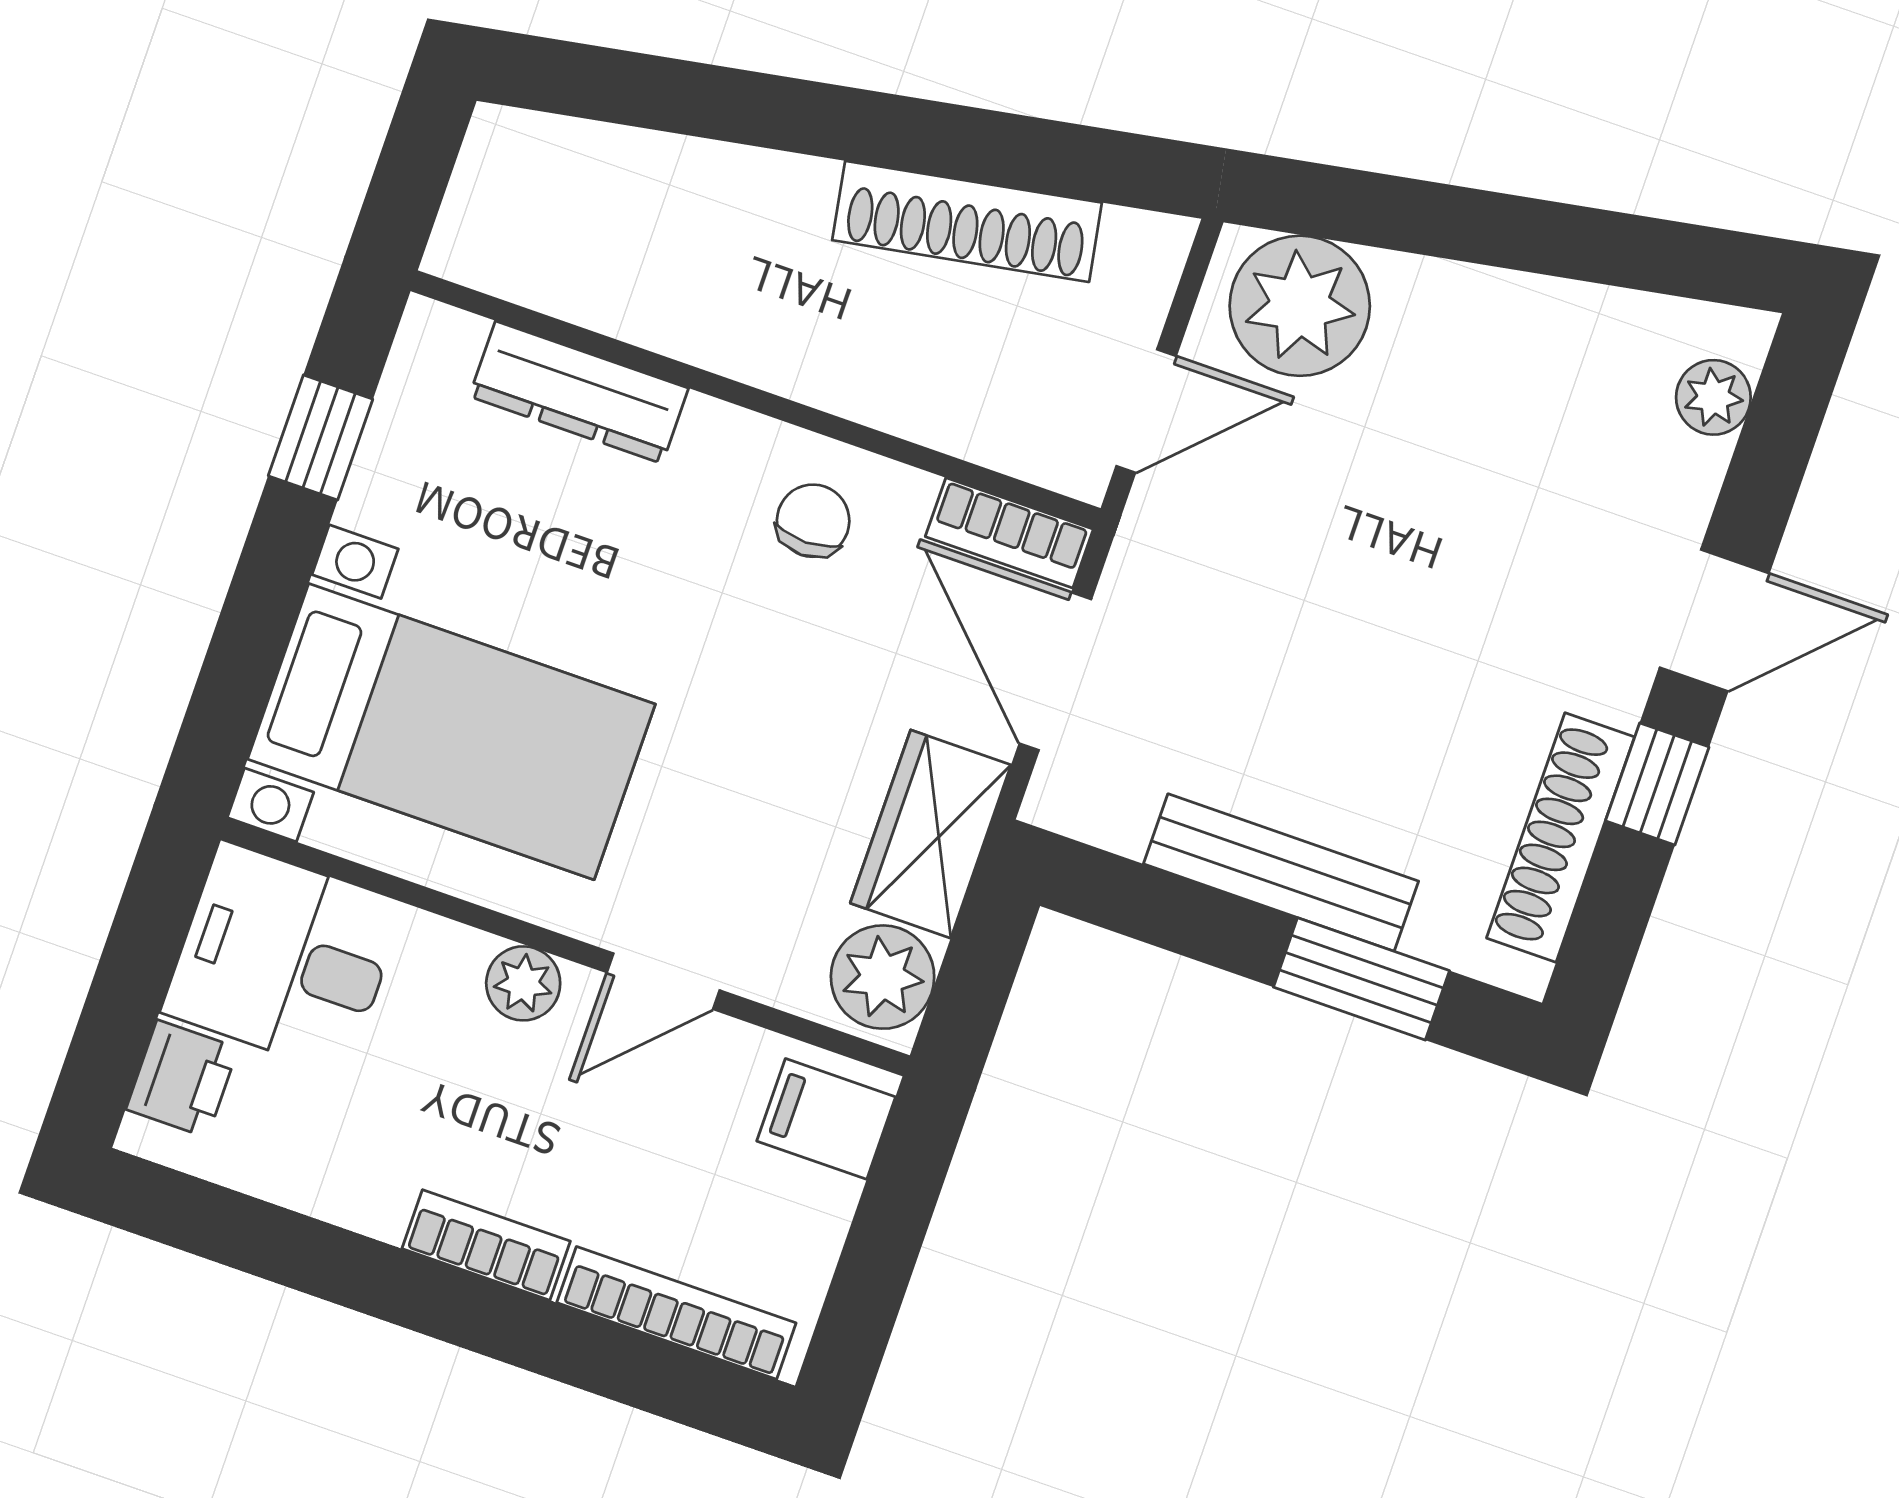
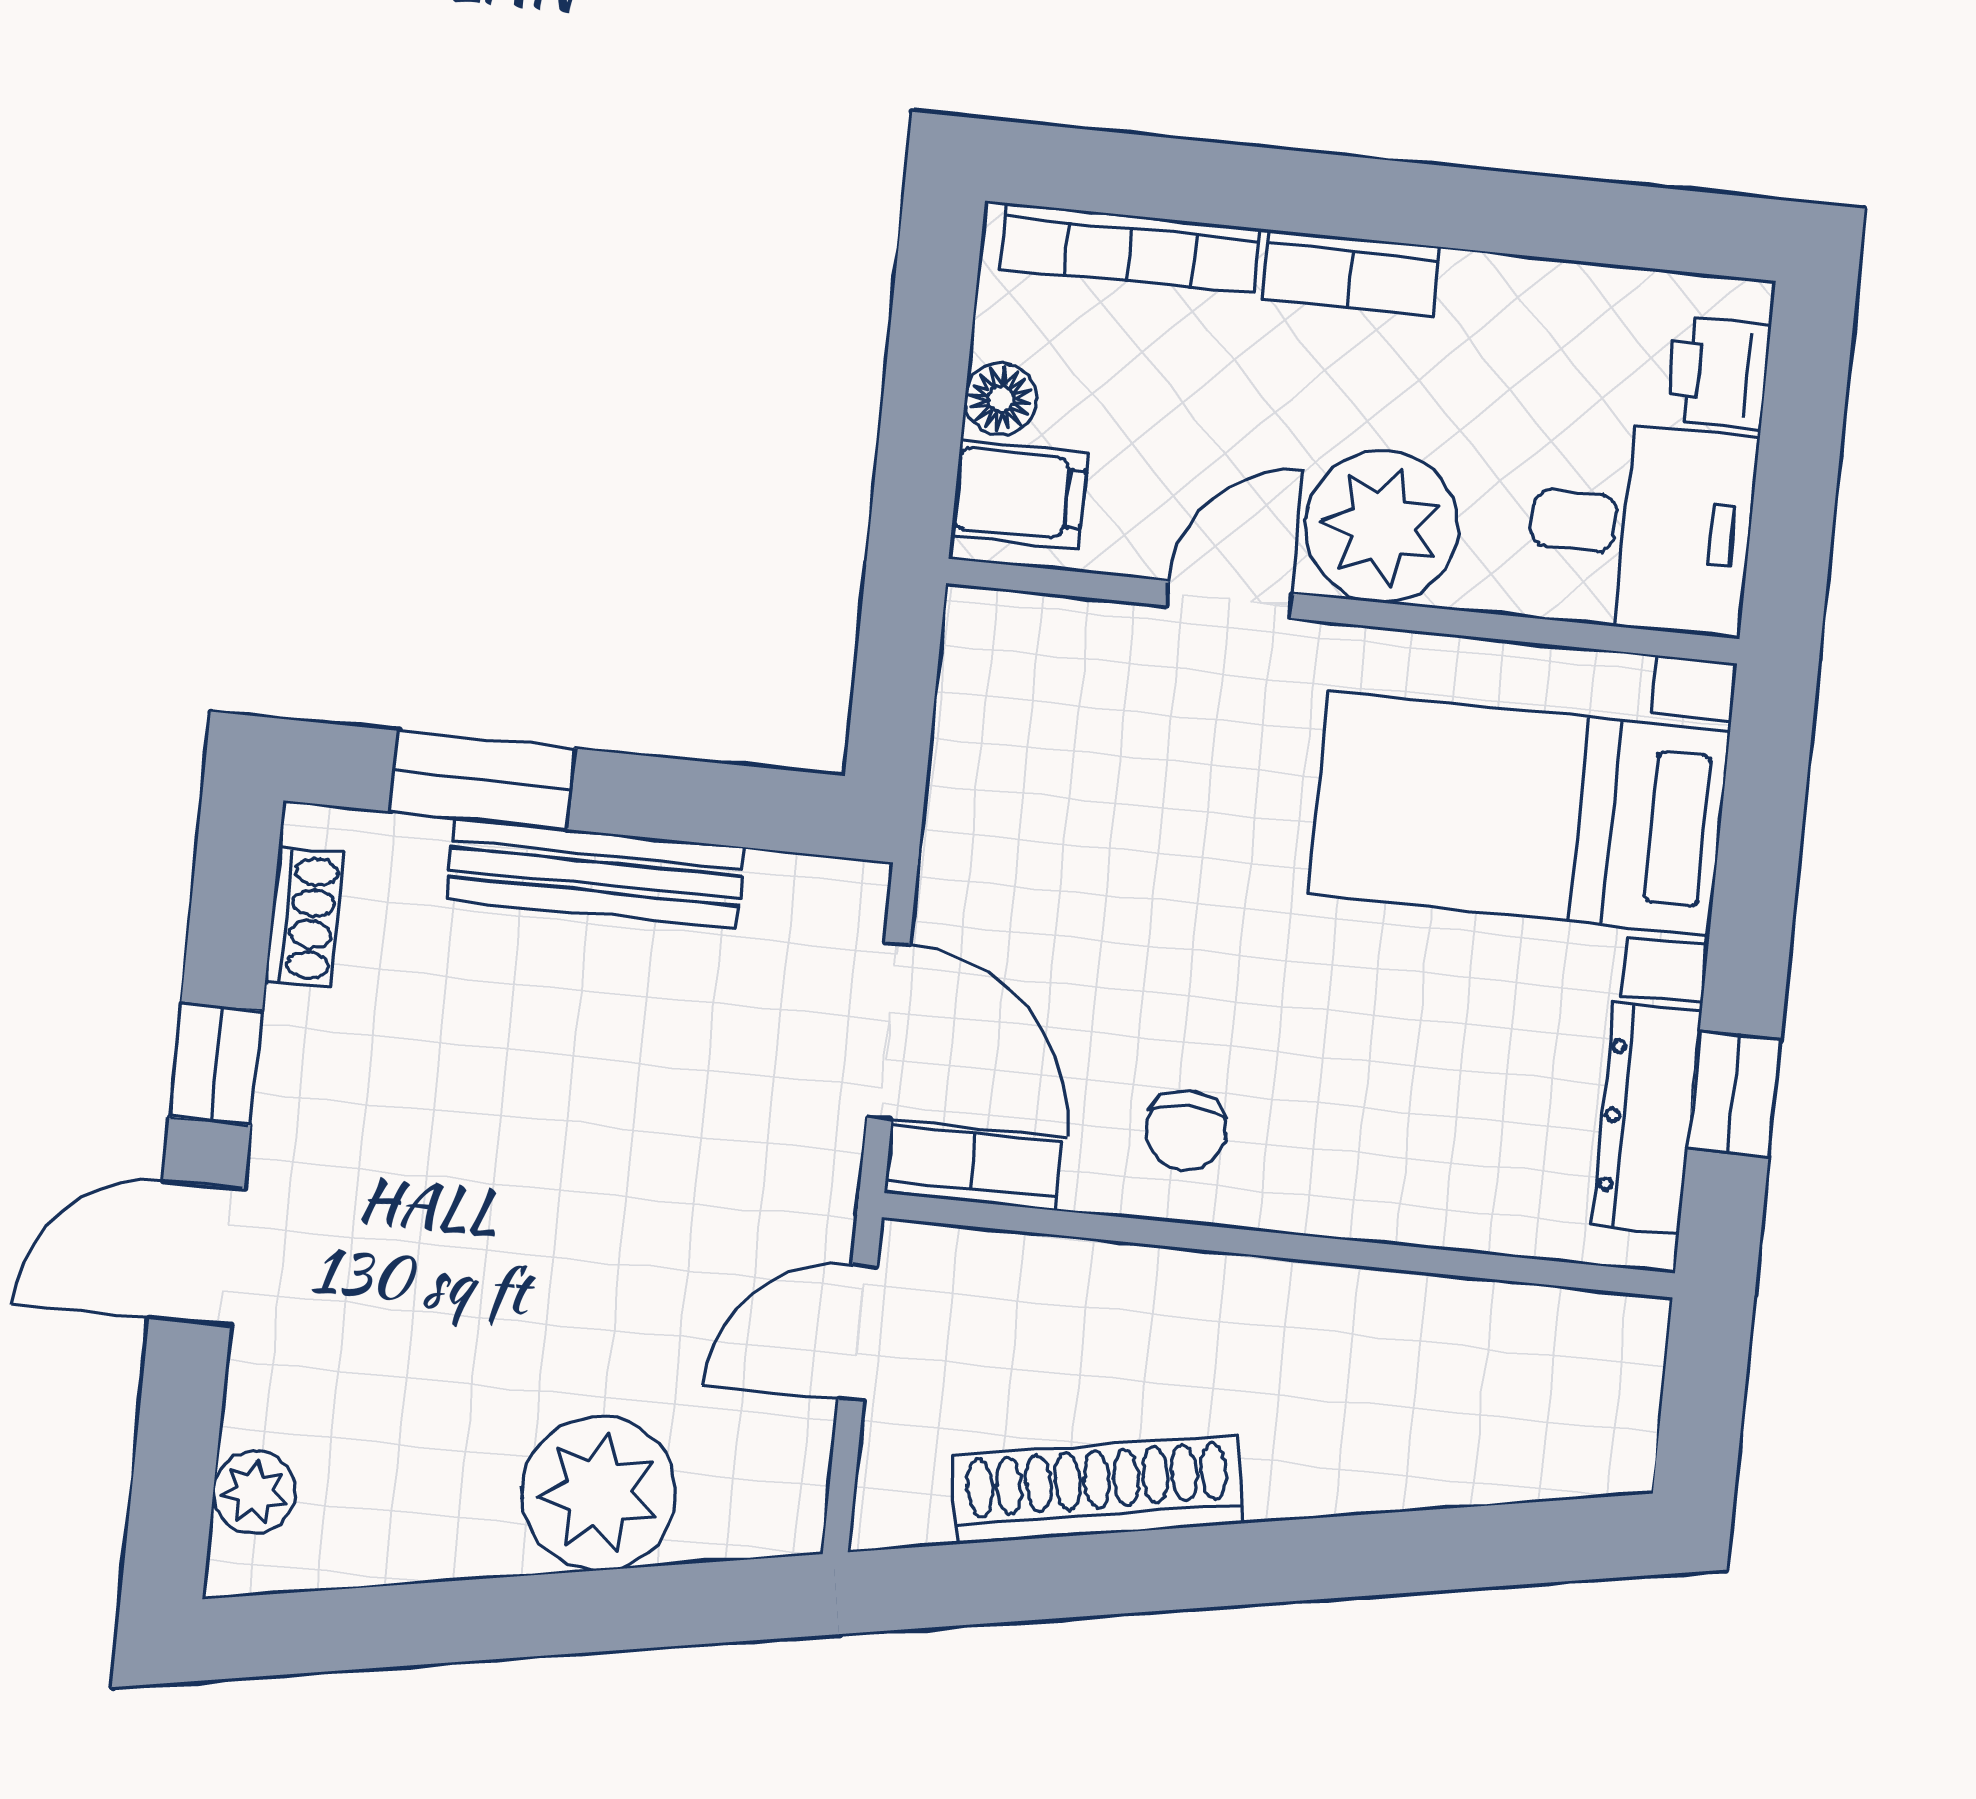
plant: (1300, 306) -> (599, 1493), moved
dresser: (579, 392) -> (1647, 1118), moved, turned -90
wardrobe: (931, 834) -> (980, 825), removed
shoe rack: (1561, 838) -> (304, 918), width x0.51, depth x0.81
plant: (883, 977) -> (995, 660), removed
plant: (523, 983) -> (1382, 526), width x1.88, depth x1.88
floor lamp: (823, 1207) -> (1001, 399), added

